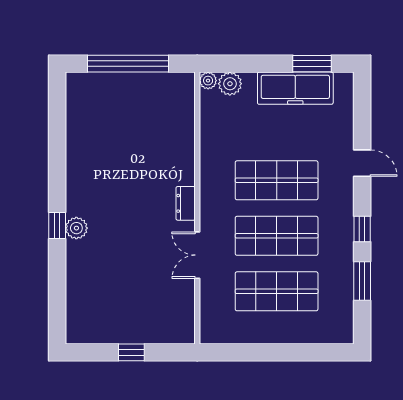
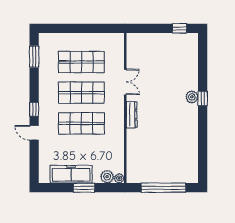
window: (312, 64) -> (84, 188), moved
dresser: (186, 203) -> (132, 115), width x1.44
window: (362, 229) -> (34, 109), moved
window: (362, 281) -> (34, 57), moved
window: (131, 352) -> (180, 28), moved

